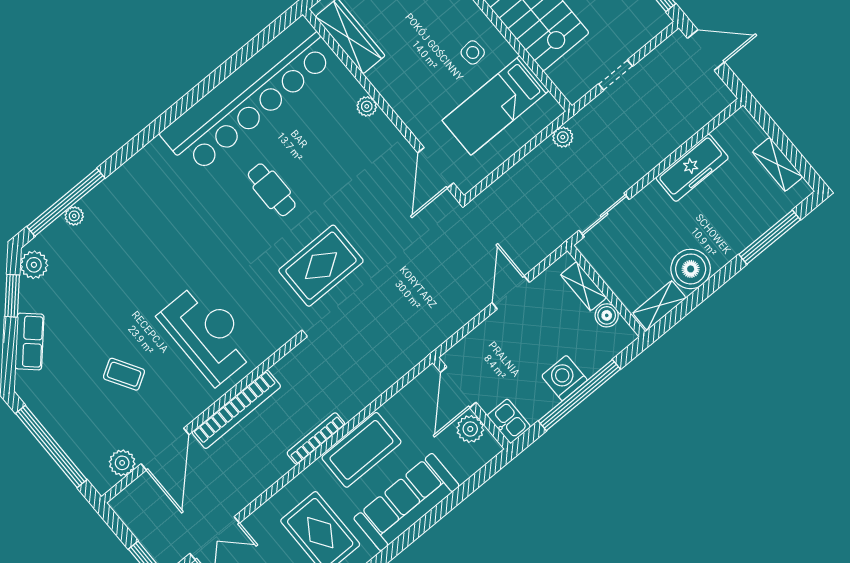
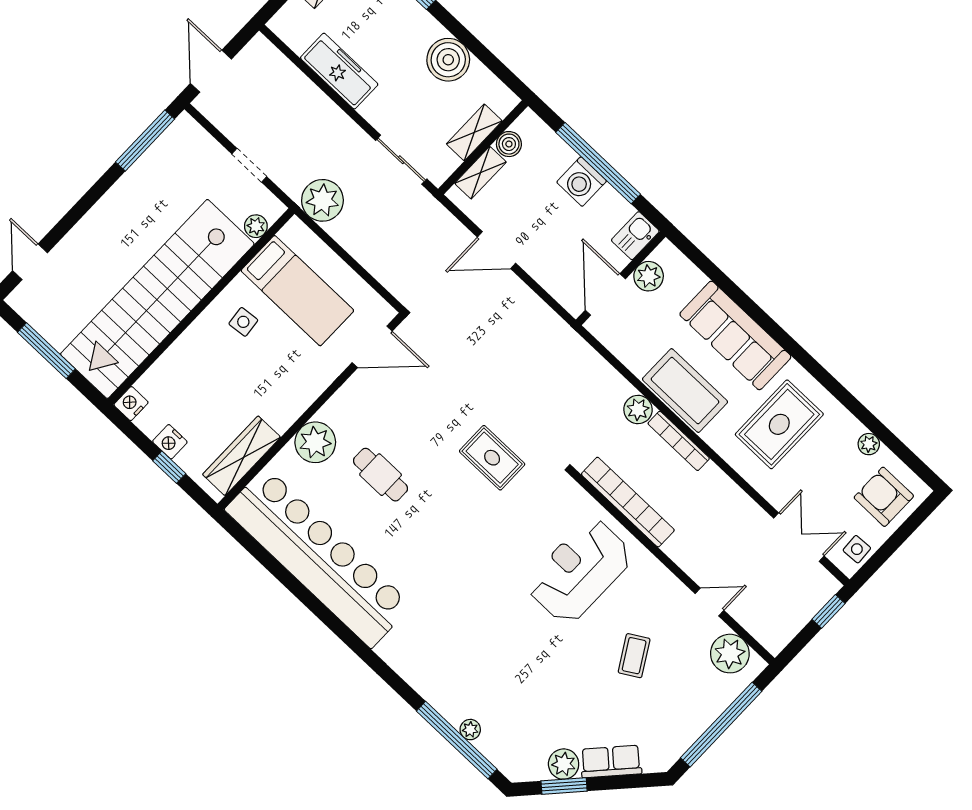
plant: (559, 74) -> (256, 226), added
plant: (367, 106) -> (315, 442), width x1.87, depth x1.87
plant: (563, 137) -> (322, 200), width x1.88, depth x1.88
cafe table: (272, 190) -> (381, 475), moved, turned 90
plant: (34, 265) -> (564, 764), moved
rug: (321, 266) -> (492, 458), width x0.73, depth x0.70
shelving: (659, 305) -> (474, 132), moved, turned 90
door: (458, 387) -> (605, 294), swing flipped
plant: (349, 405) -> (638, 410), added
bookcase: (236, 409) -> (628, 502), moved
door: (165, 449) -> (709, 602), width x0.53
plant: (122, 463) -> (730, 654), width x1.36, depth x1.36

